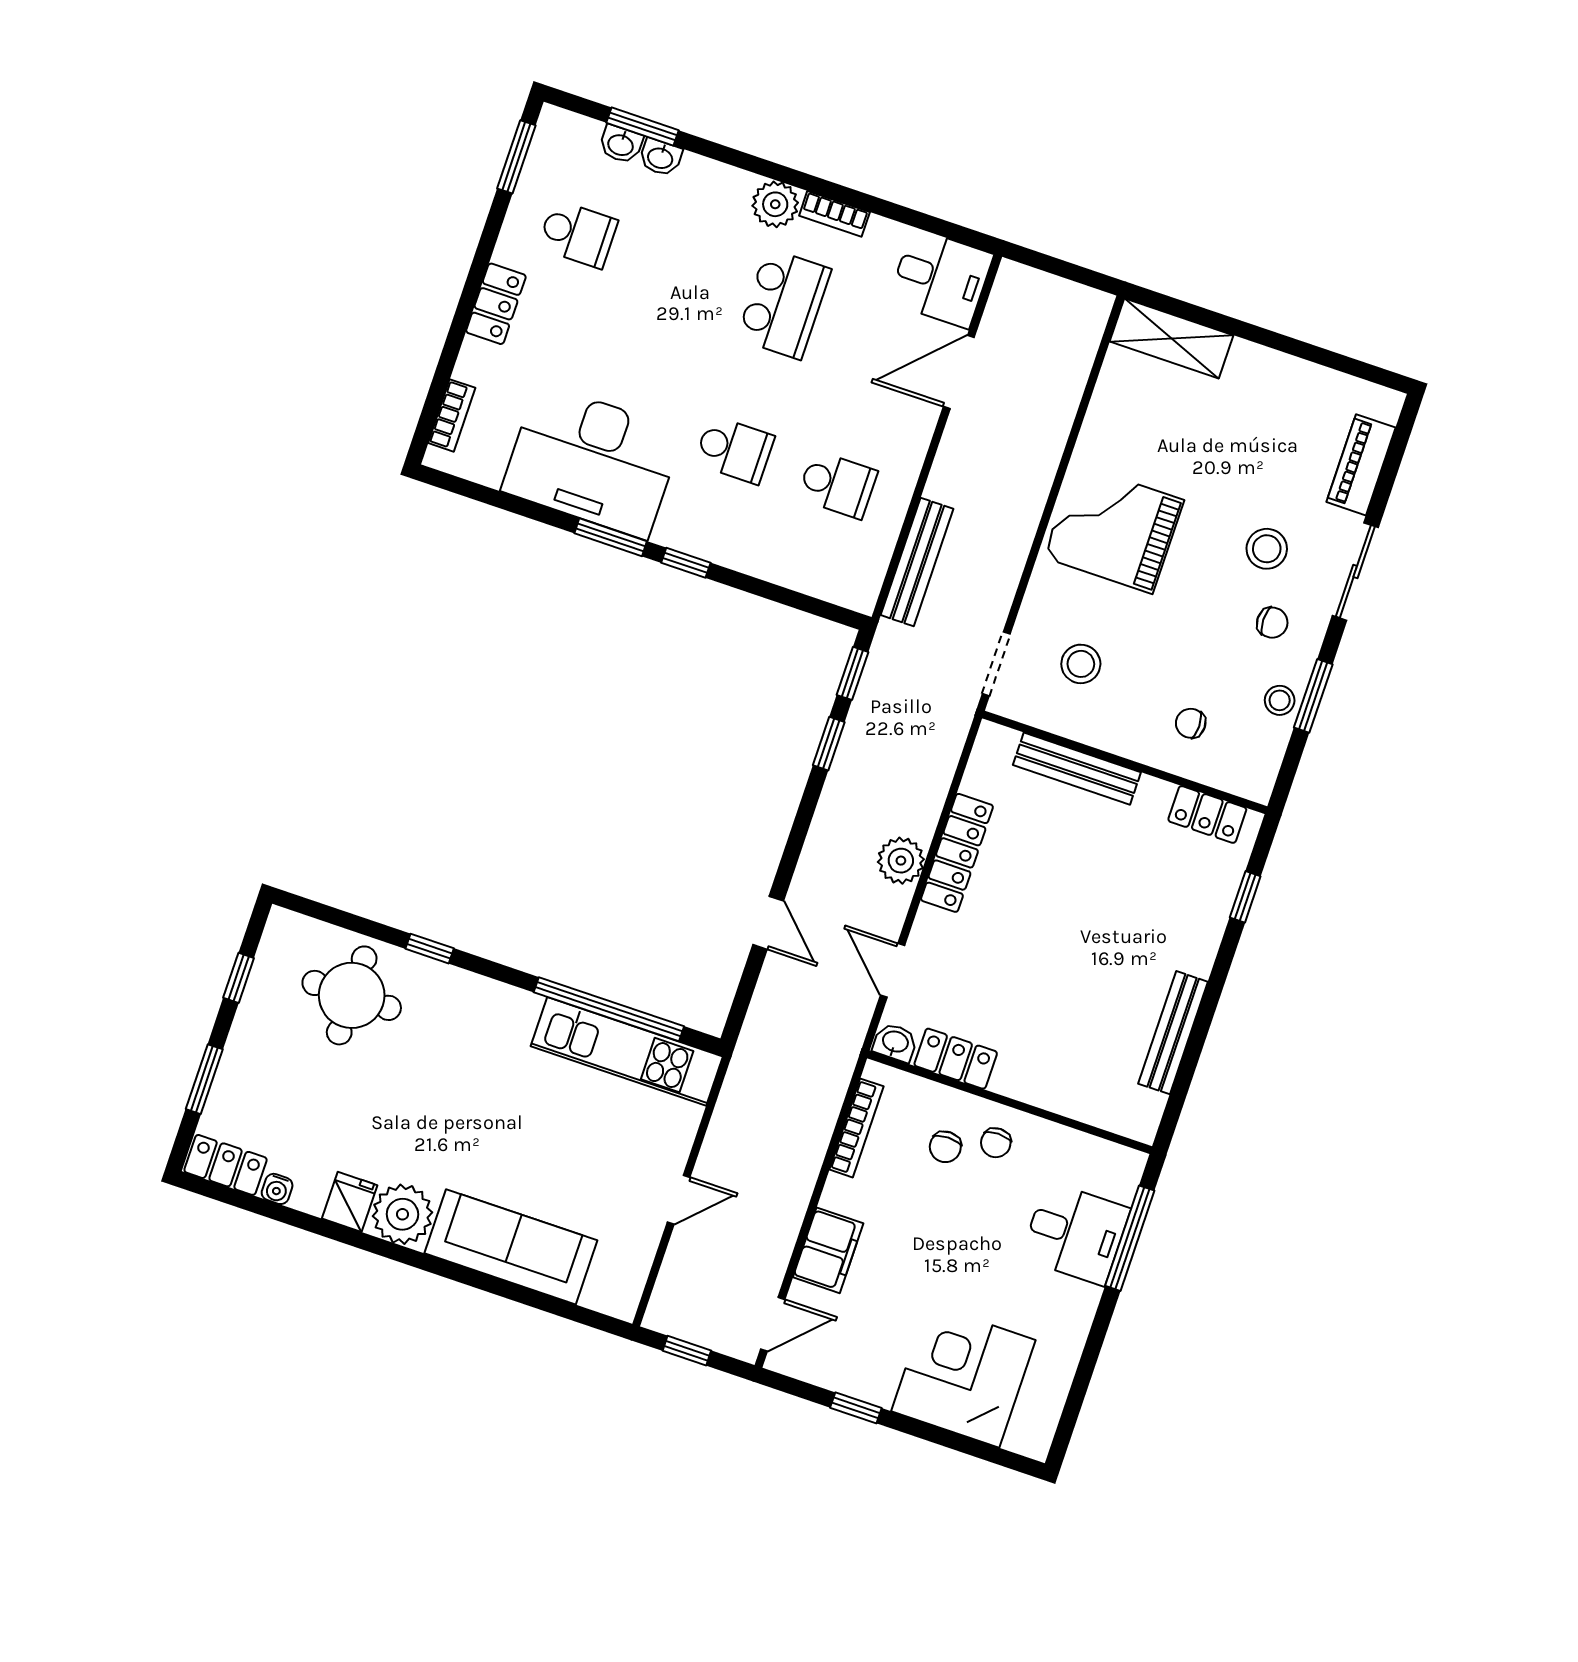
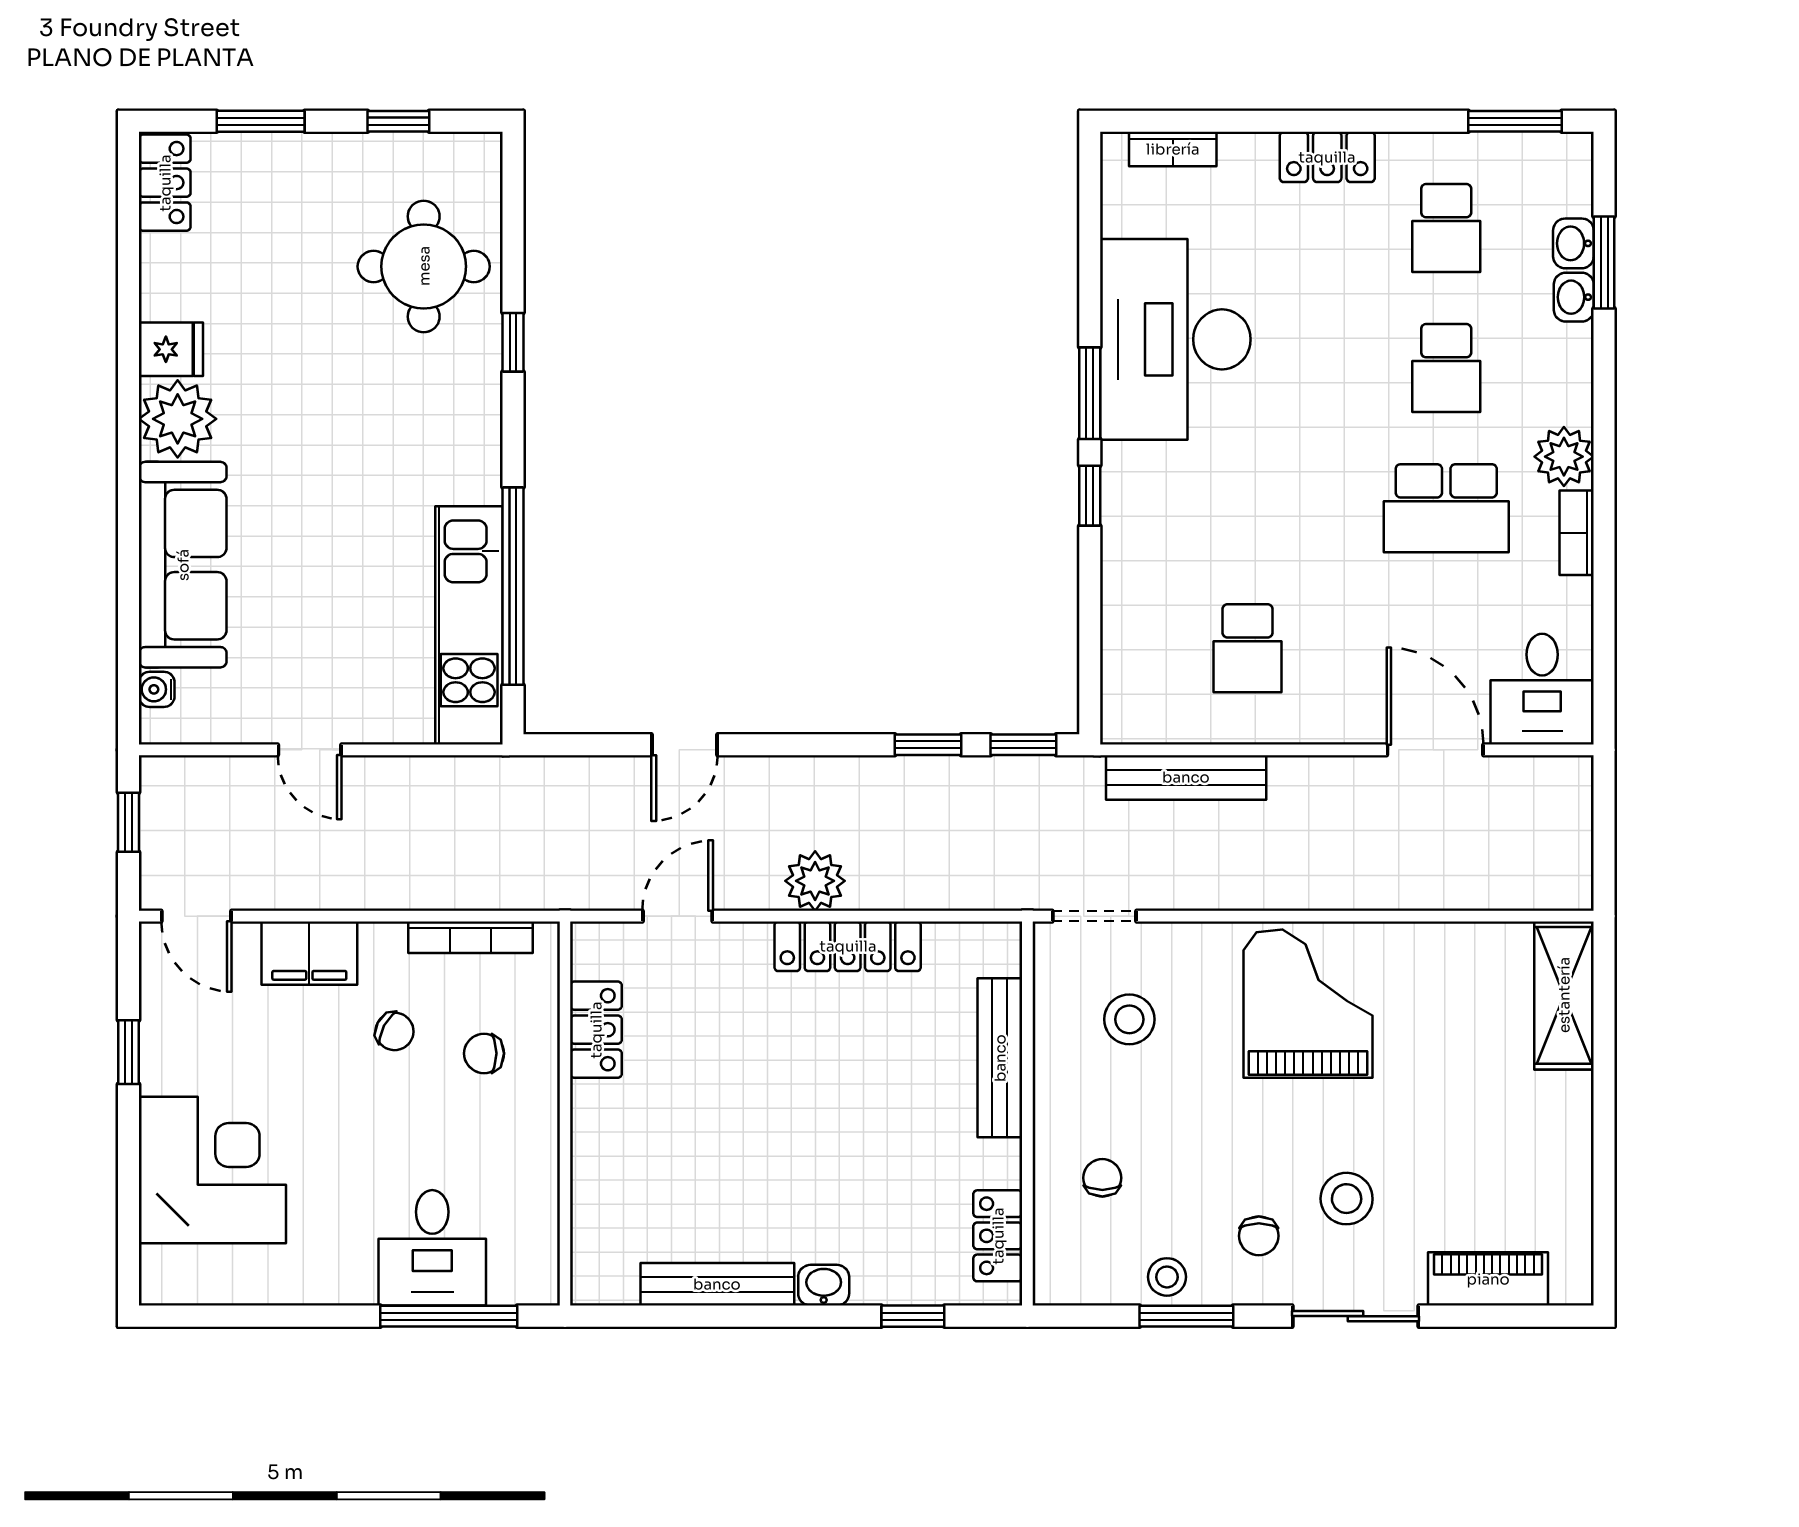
school desk: (734, 450) -> (1446, 368), moved
washbasin: (895, 1042) -> (824, 1285), moved, turned -90
chair: (996, 1143) -> (394, 1031), moved, turned -152
water cooler: (277, 1189) -> (157, 689), moved

